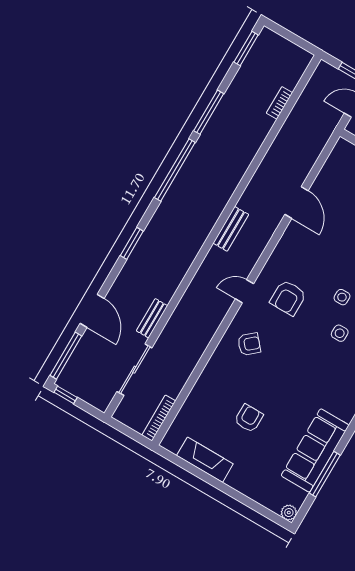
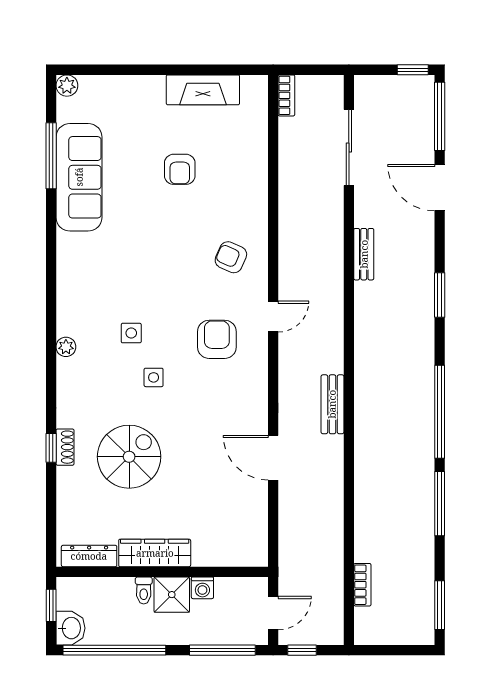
bookcase: (279, 103) -> (362, 585), moved
bench: (231, 229) -> (332, 404), moved
bench: (152, 318) -> (364, 254), moved
armchair: (249, 344) -> (231, 257), turned 65
bookcase: (159, 418) -> (286, 95), width x0.64

